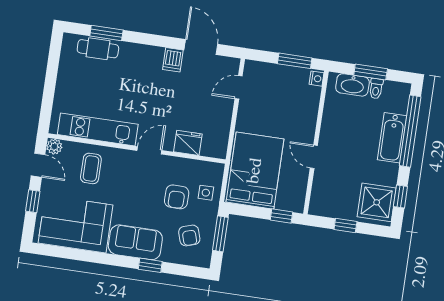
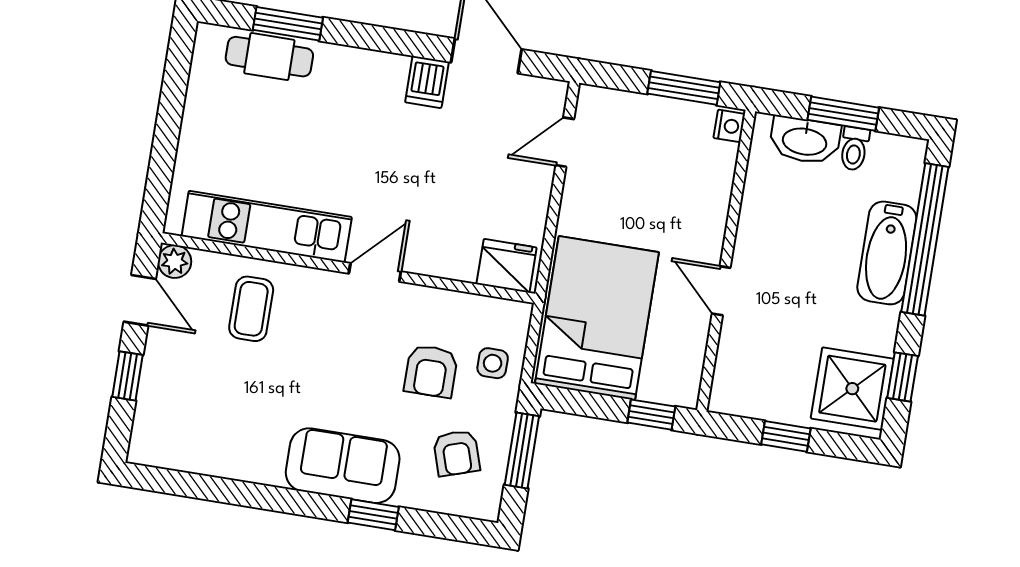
fridge: (188, 143) -> (507, 266), moved
corner sofa: (76, 224) -> (217, 426), removed

